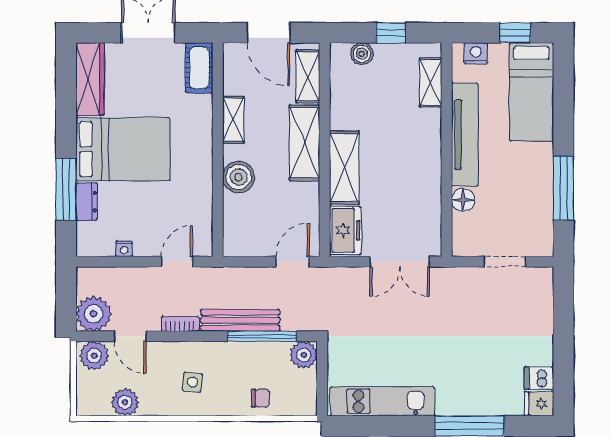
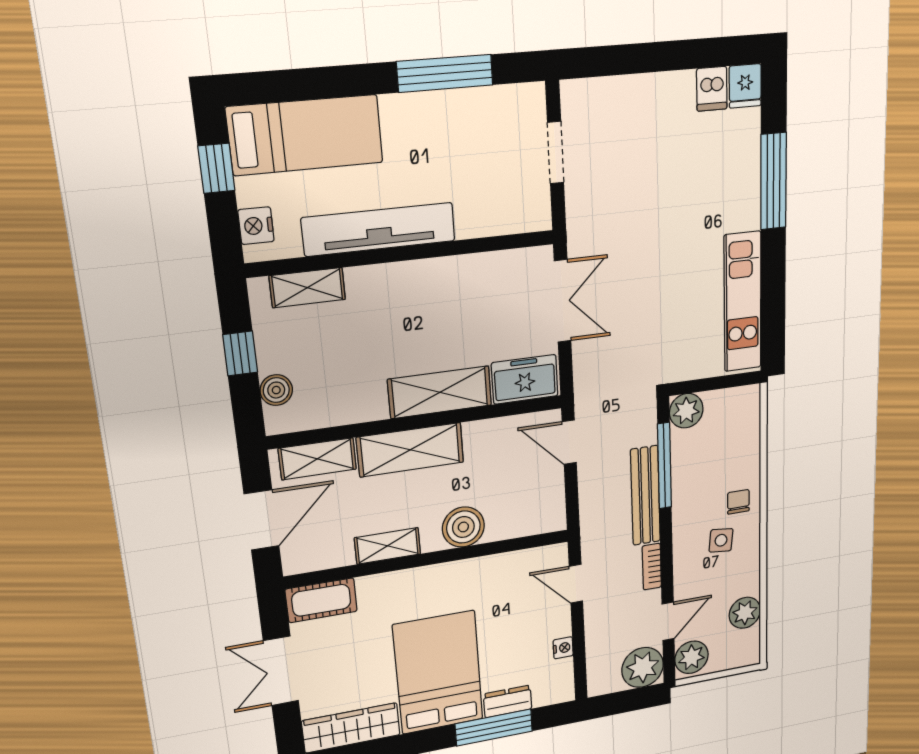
floor lamp: (463, 200) -> (473, 222), removed
chair: (261, 398) -> (738, 502), moved

